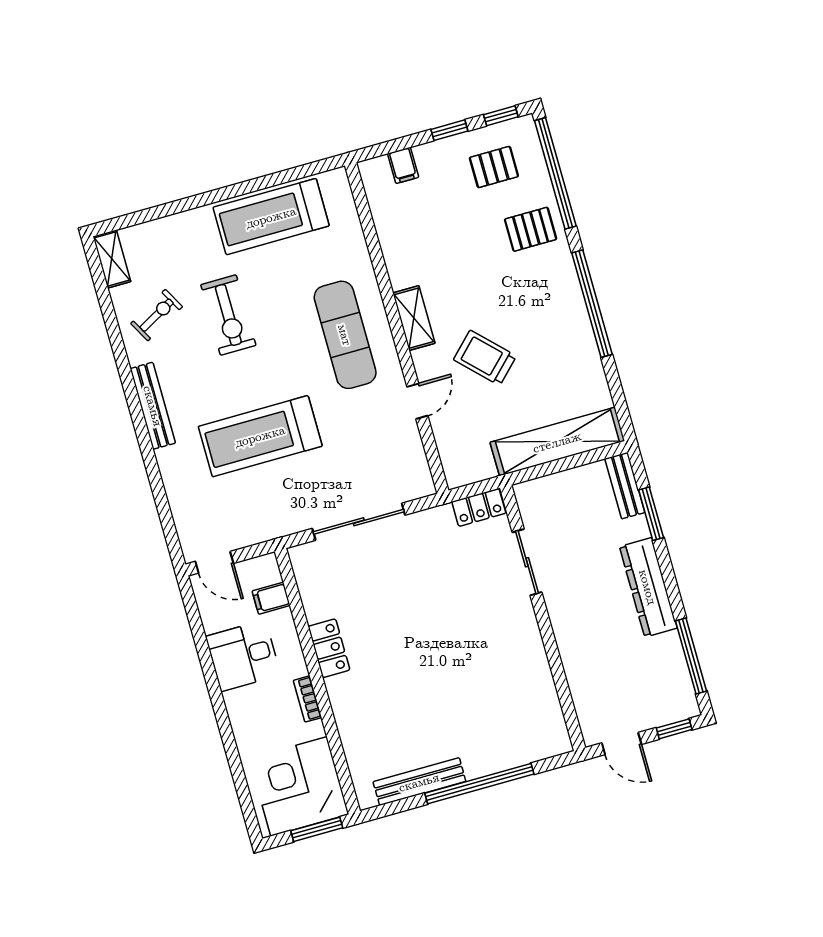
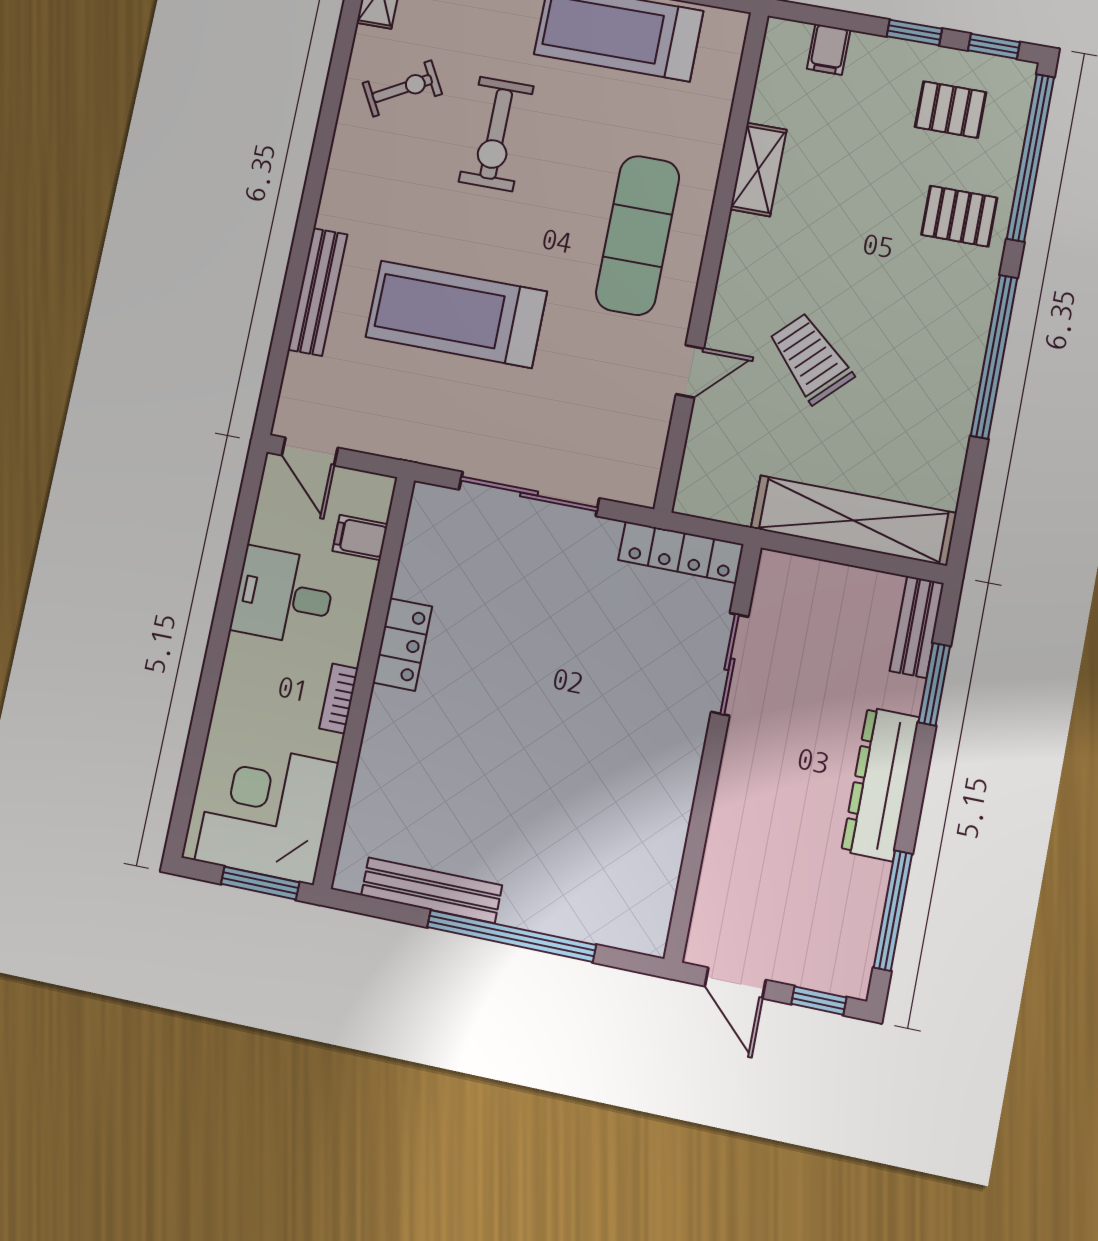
shelving: (414, 318) -> (758, 169), moved
bench: (153, 406) -> (318, 292), moved
locker: (479, 507) -> (681, 552), width x1.53

